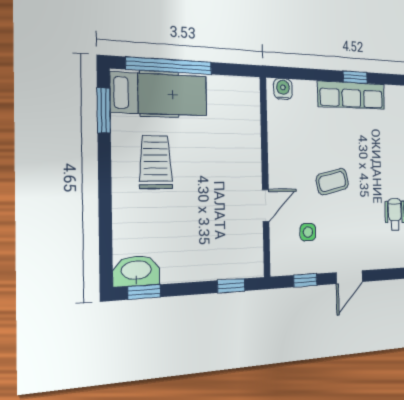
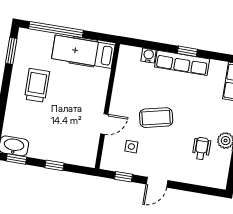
water cooler: (283, 89) -> (148, 55), moved
hospital bed: (159, 94) -> (83, 52), moved, turned 180
coffee table: (332, 182) -> (156, 118), width x1.36, depth x1.30
window: (231, 286) -> (54, 165), moved

